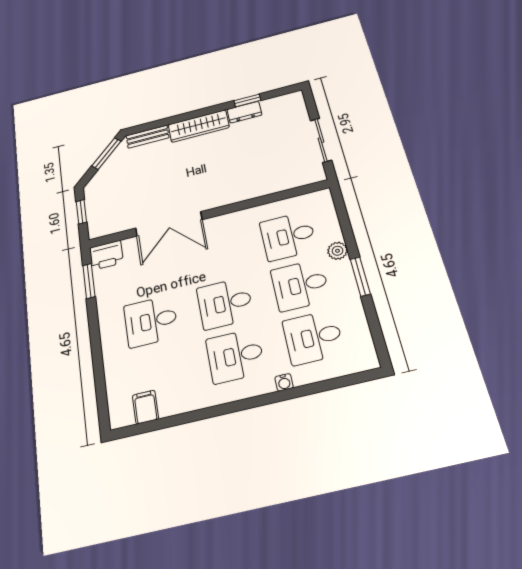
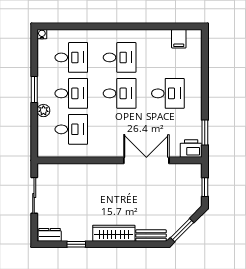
dresser: (244, 112) -> (50, 235), moved
water cooler: (284, 382) -> (42, 34), moved

